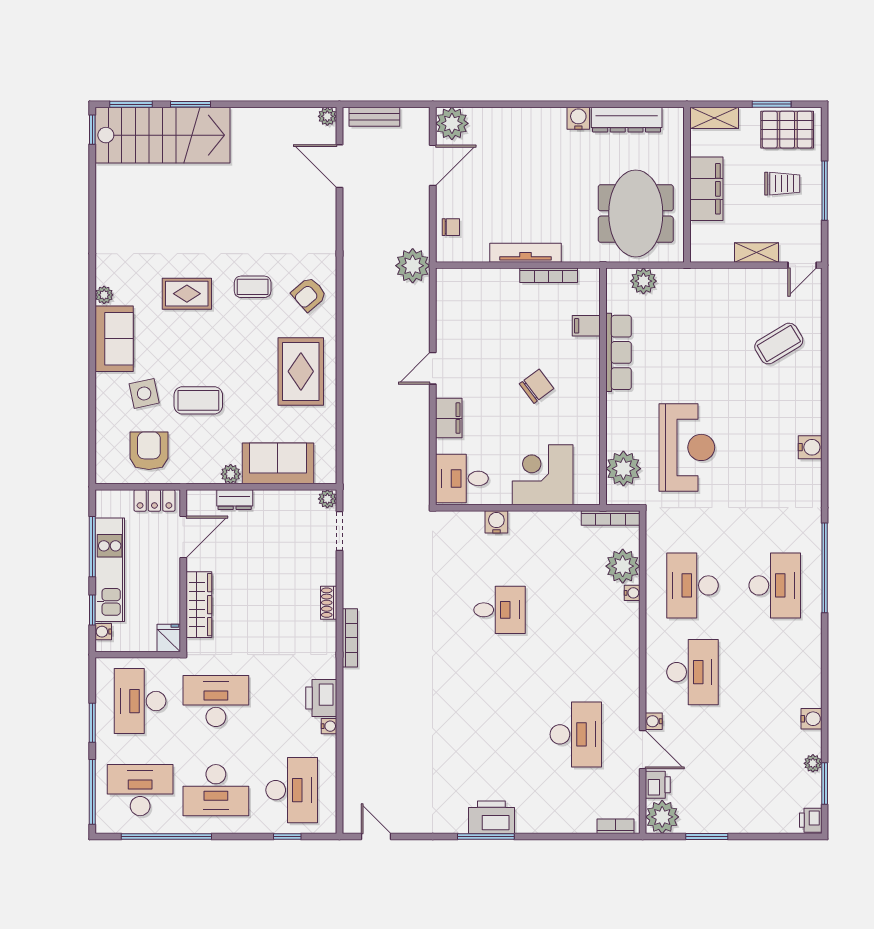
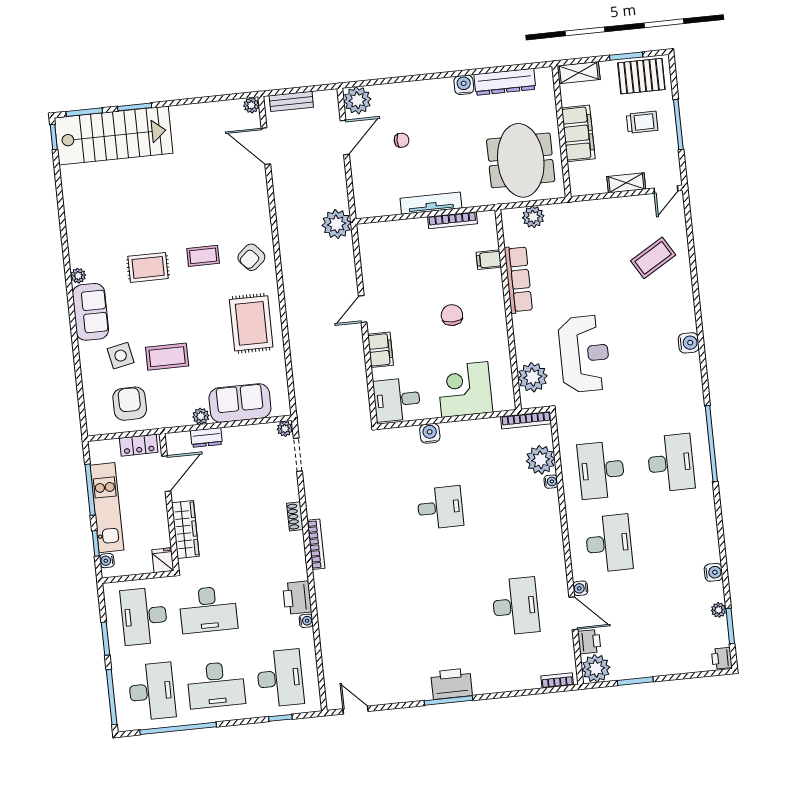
chair: (451, 227) -> (402, 140), moved
chair: (537, 386) -> (452, 315), turned -53
desk: (216, 701) -> (208, 609), turned 180
desk: (140, 790) -> (152, 691), turned 90

